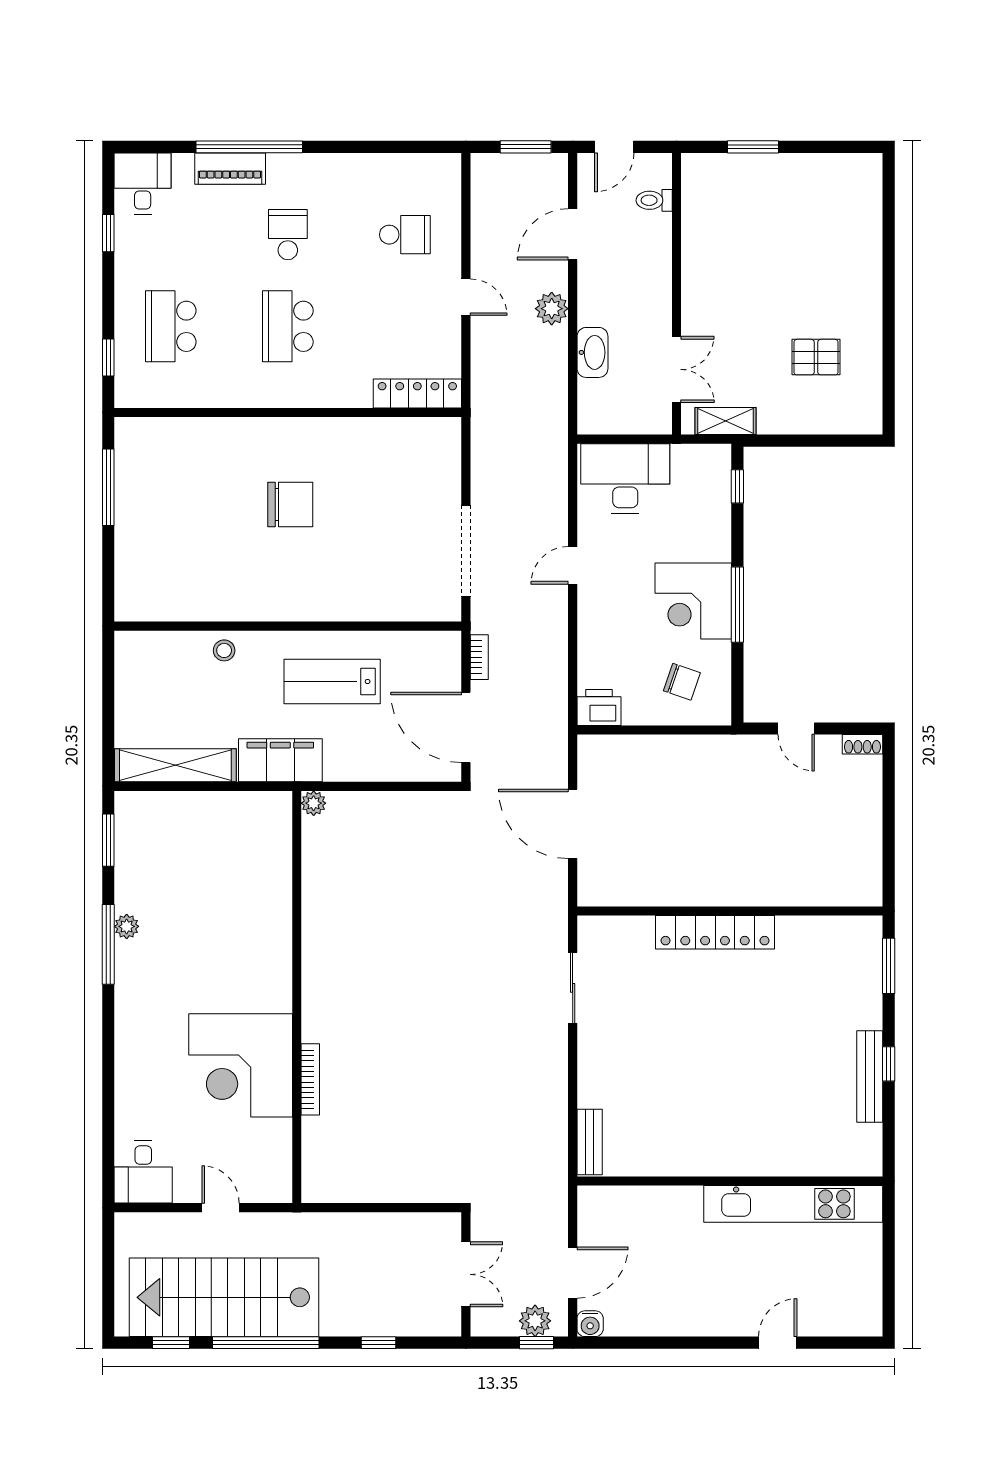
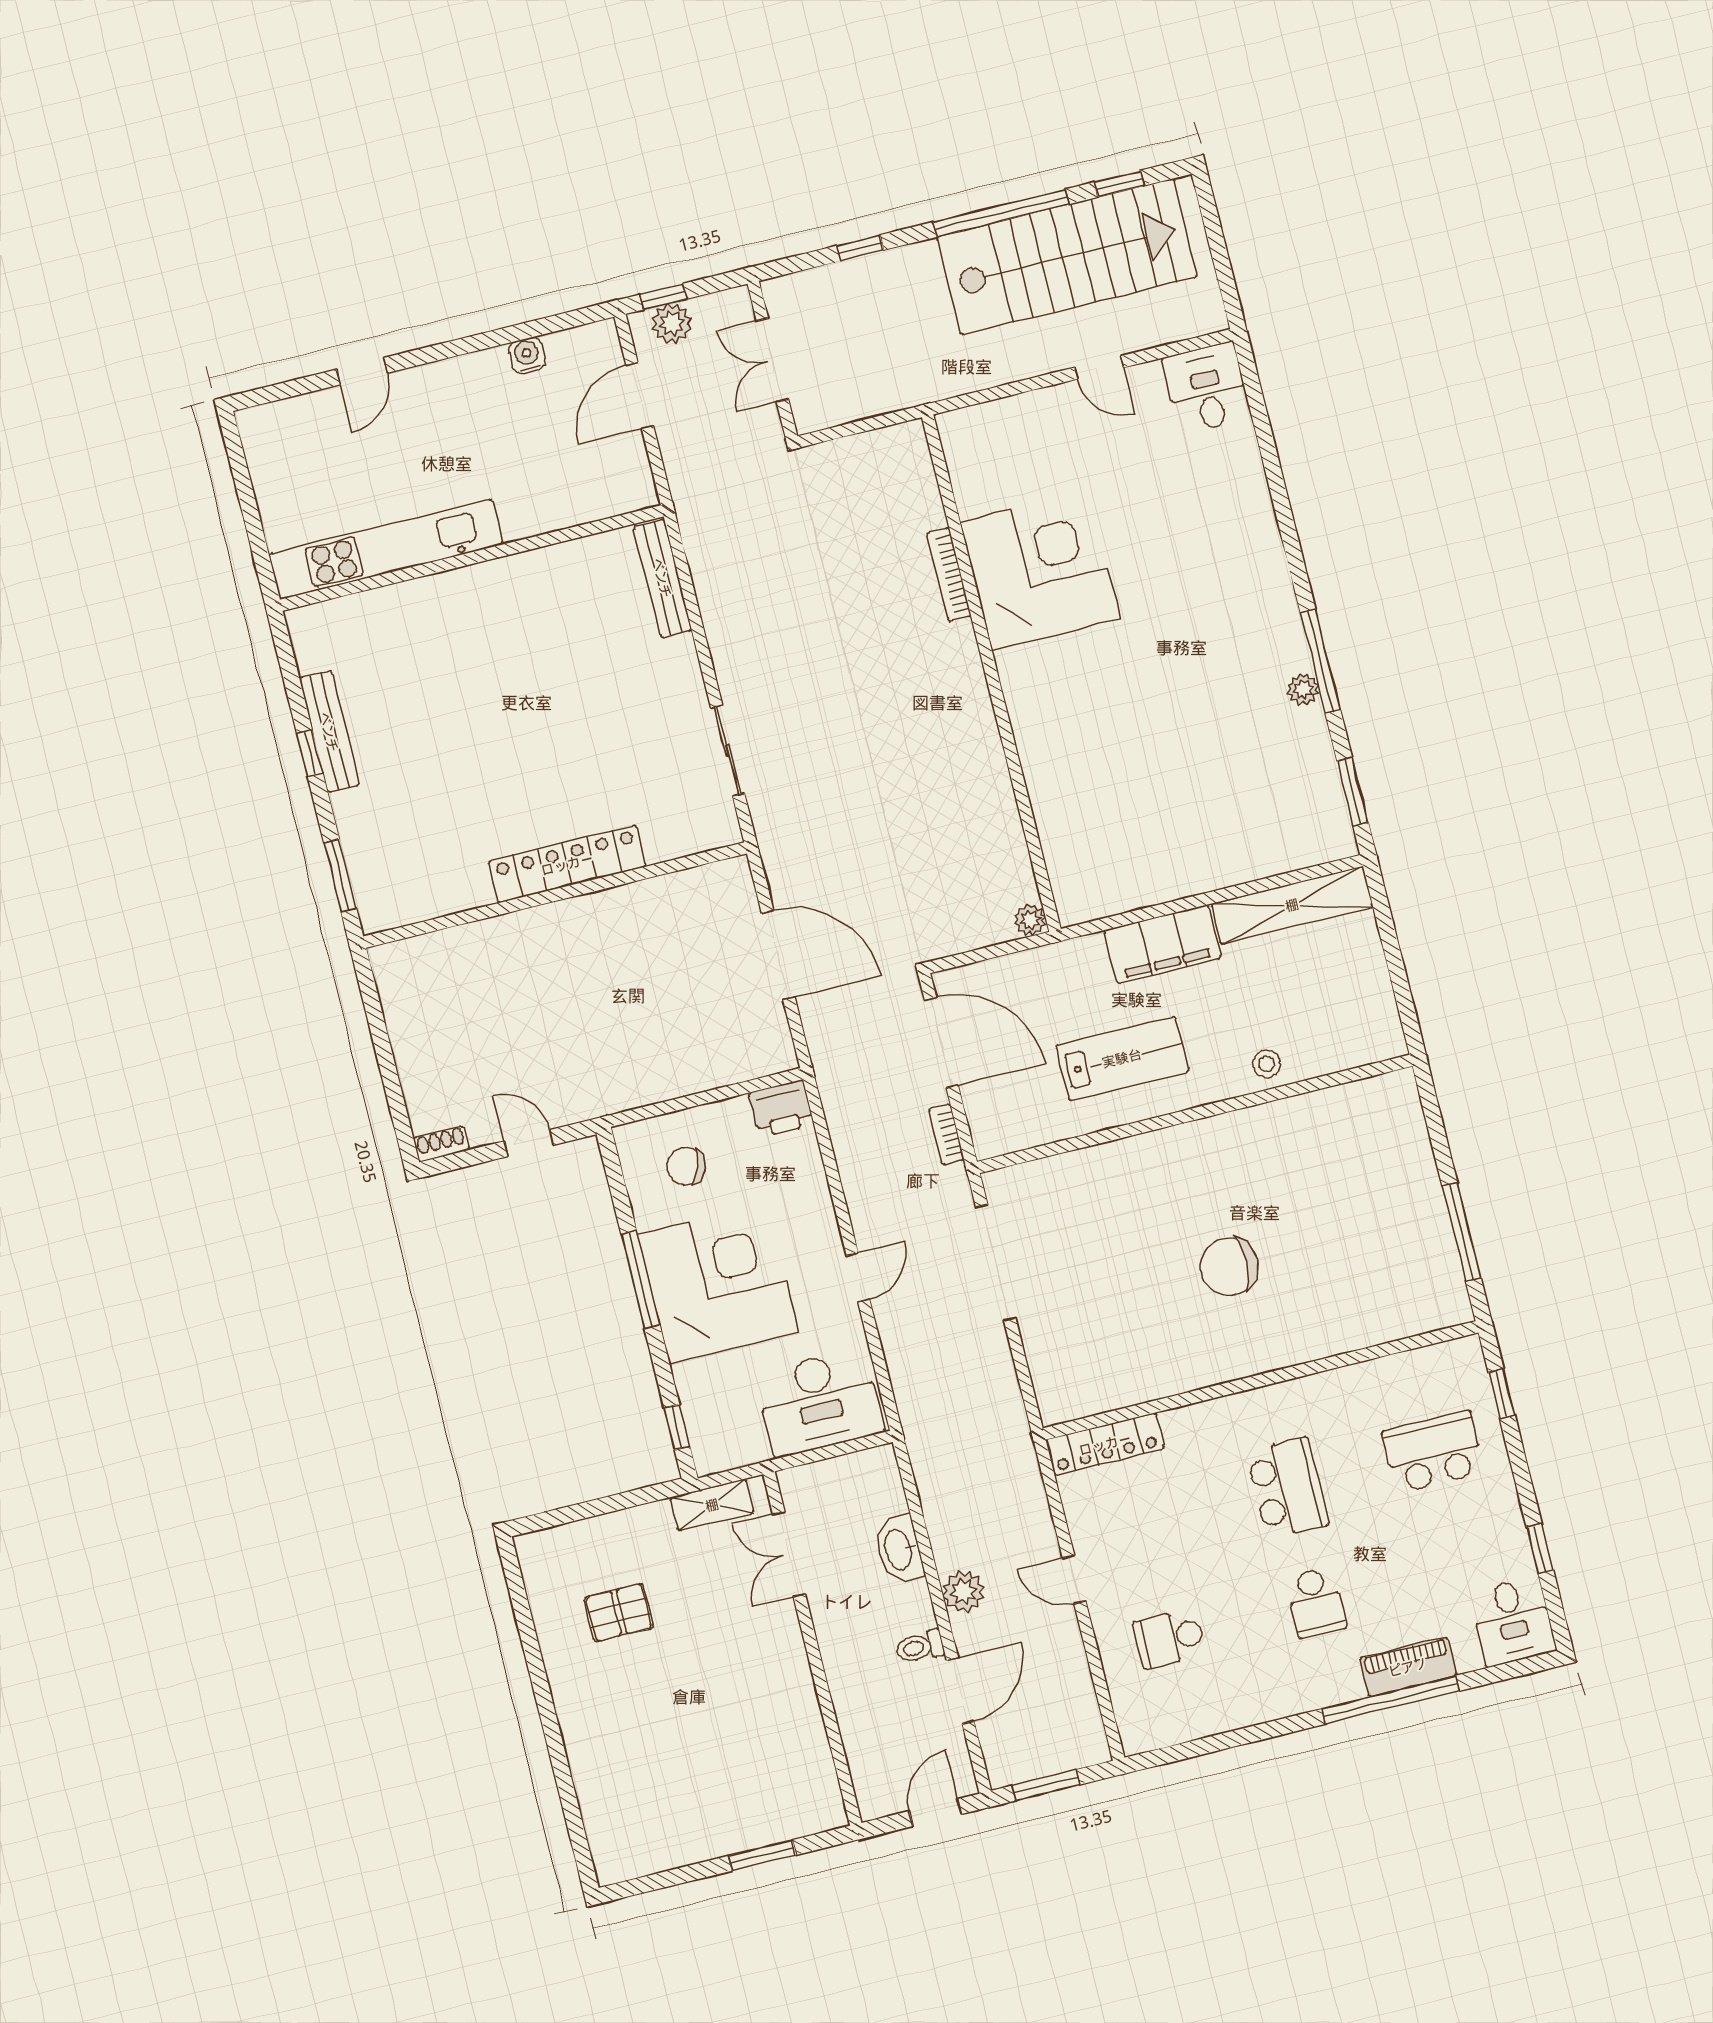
toilet: (654, 200) -> (920, 1647), moved, turned 180
school desk: (171, 326) -> (1433, 1452), turned -90
corner desk: (693, 601) -> (718, 1283), width x1.36, depth x1.36
plant: (314, 803) -> (1030, 920), moved
wall: (297, 997) -> (991, 673), moved
corner desk: (241, 1065) -> (1040, 571), moved
bookcase: (310, 1079) -> (949, 575), moved
bench: (590, 1142) -> (662, 578), width x1.36
water cooler: (590, 1324) -> (527, 355), moved

